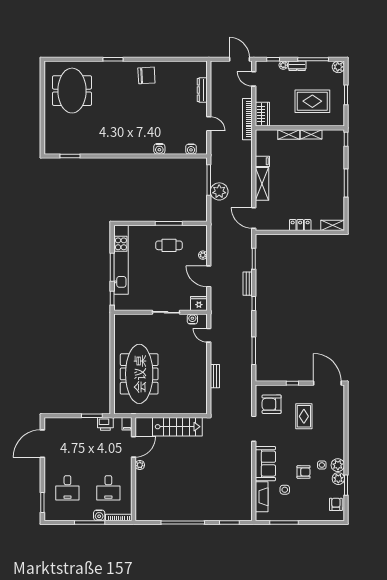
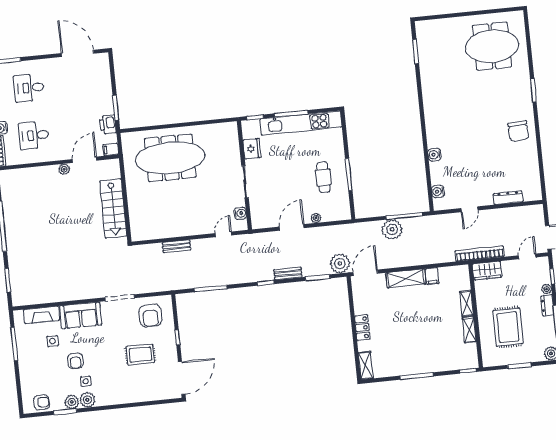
plant: (244, 239) -> (340, 263), added
fridge: (199, 303) -> (252, 149), moved
armchair: (272, 404) -> (150, 316), turned 180
door: (133, 447) -> (84, 160), swing flipped

